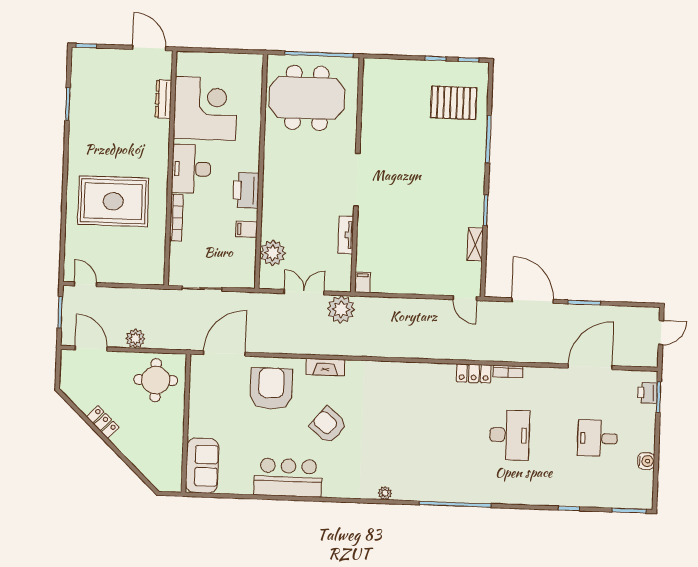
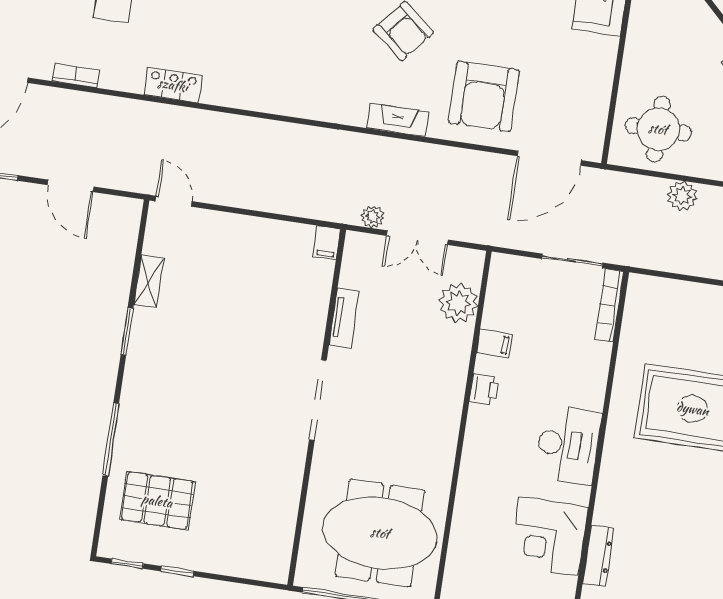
corner desk: (205, 108) -> (549, 536), width x0.74, depth x0.74
printer: (246, 190) -> (484, 389), width x0.53, depth x0.68
bookcase: (176, 218) -> (609, 305), moved
door: (533, 301) -> (71, 186), width x0.73
plant: (341, 309) -> (372, 217), width x0.53, depth x0.53
bookcase: (508, 371) -> (76, 76), moved

